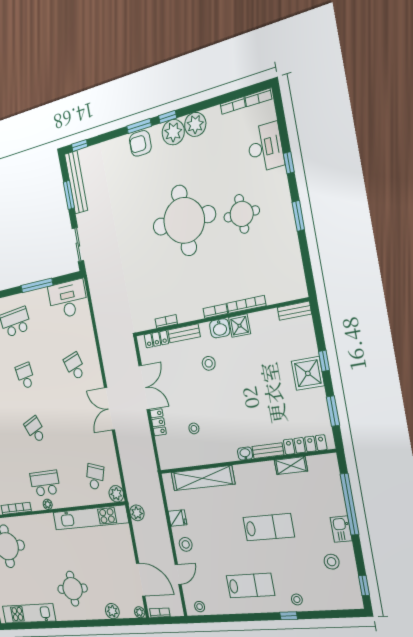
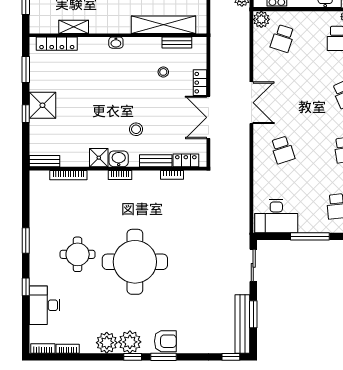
bookcase: (246, 304) -> (68, 175), moved
bench: (268, 451) -> (177, 43), moved

